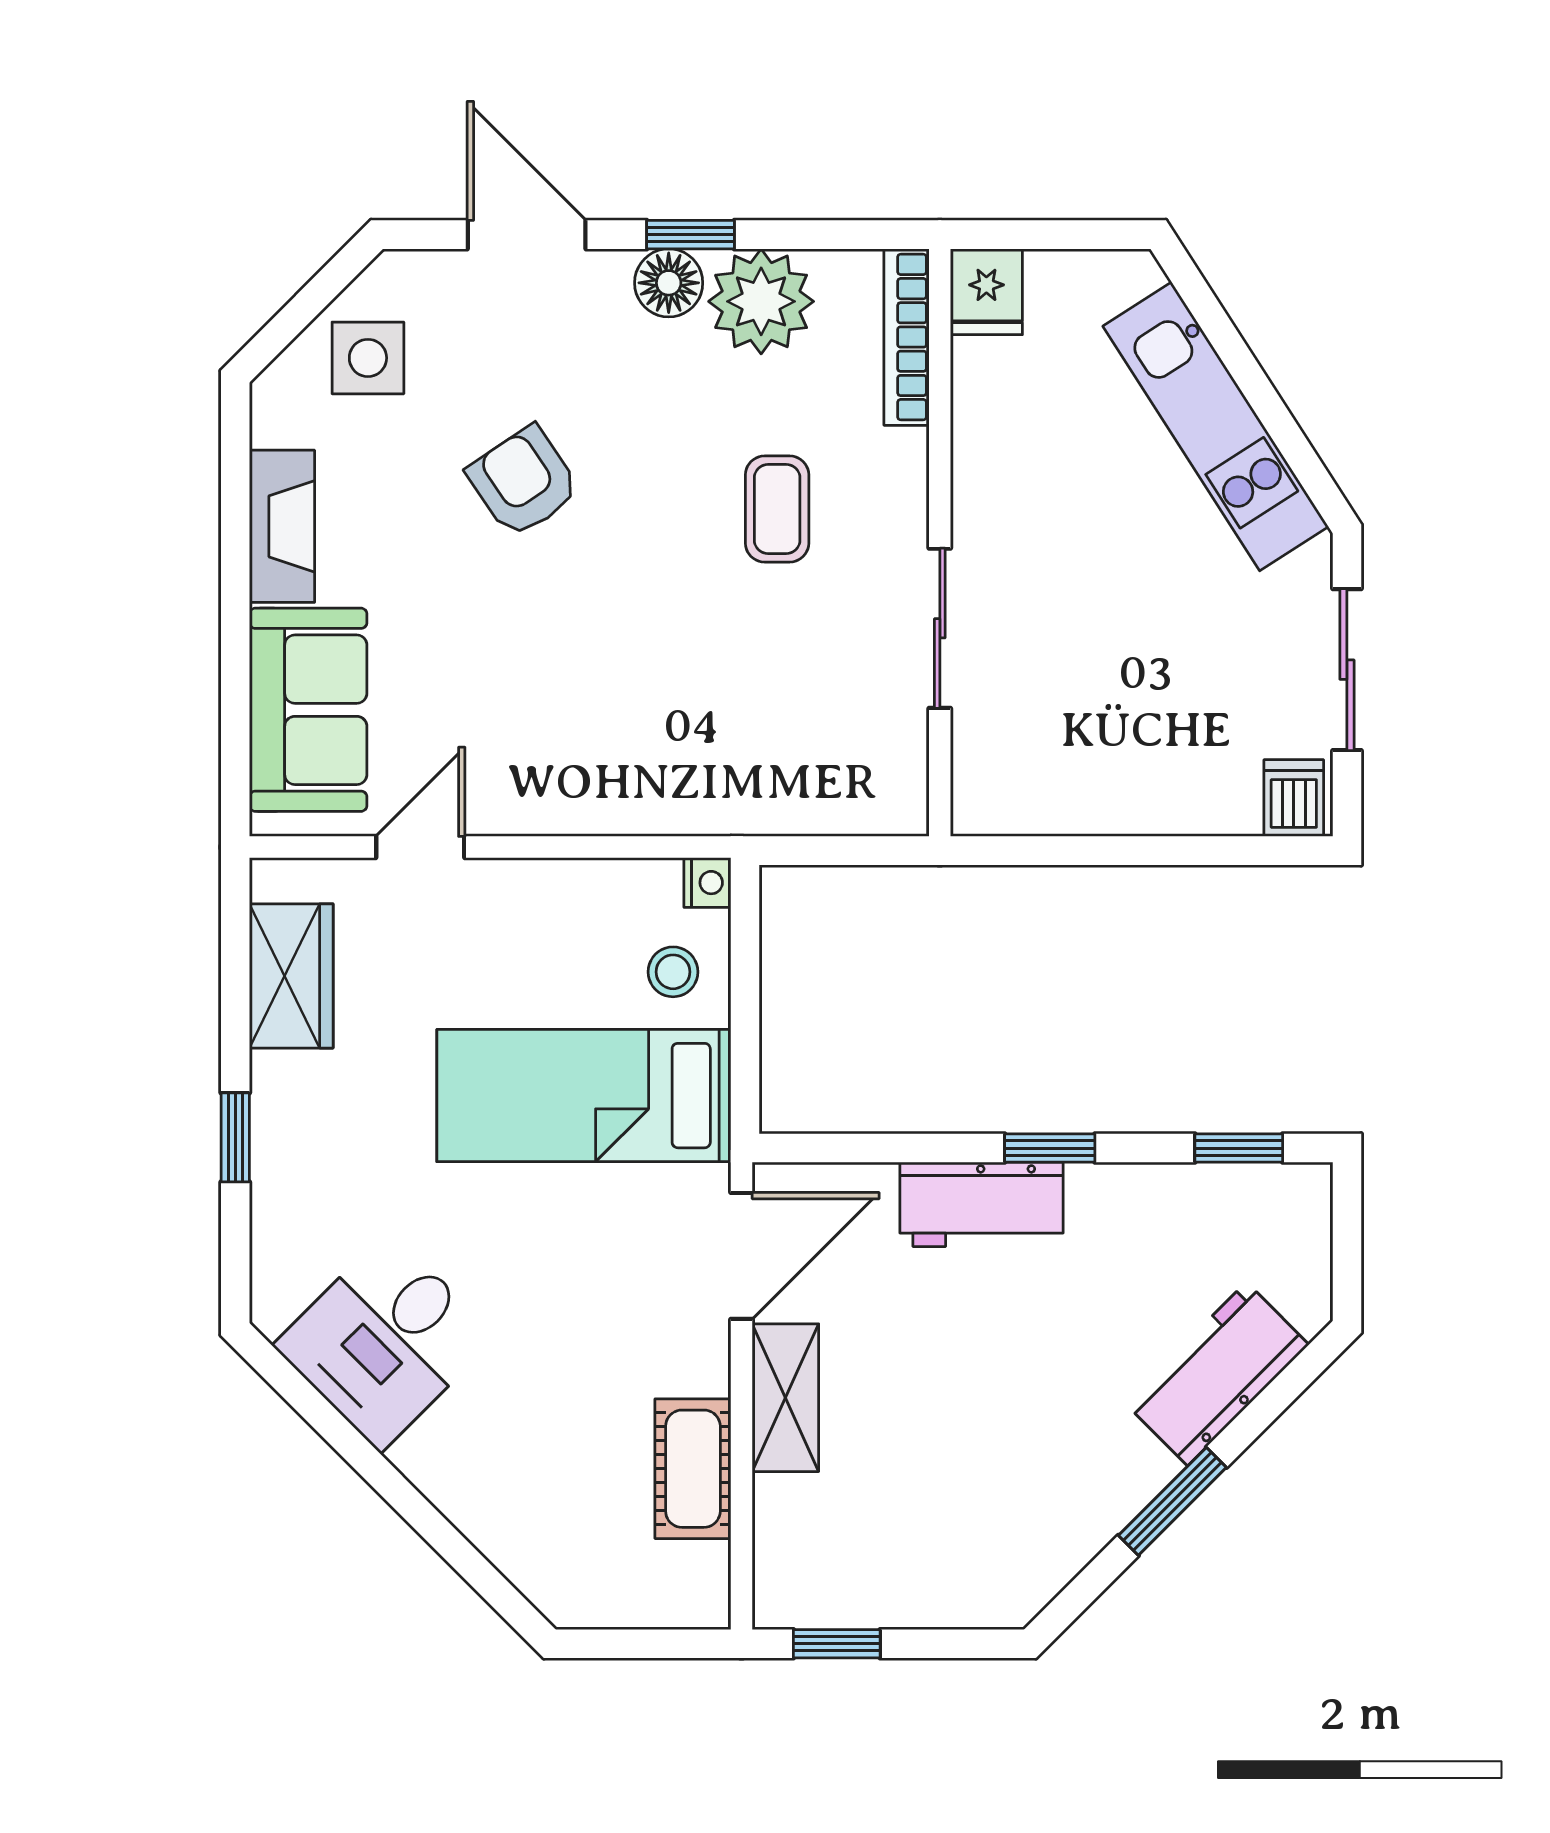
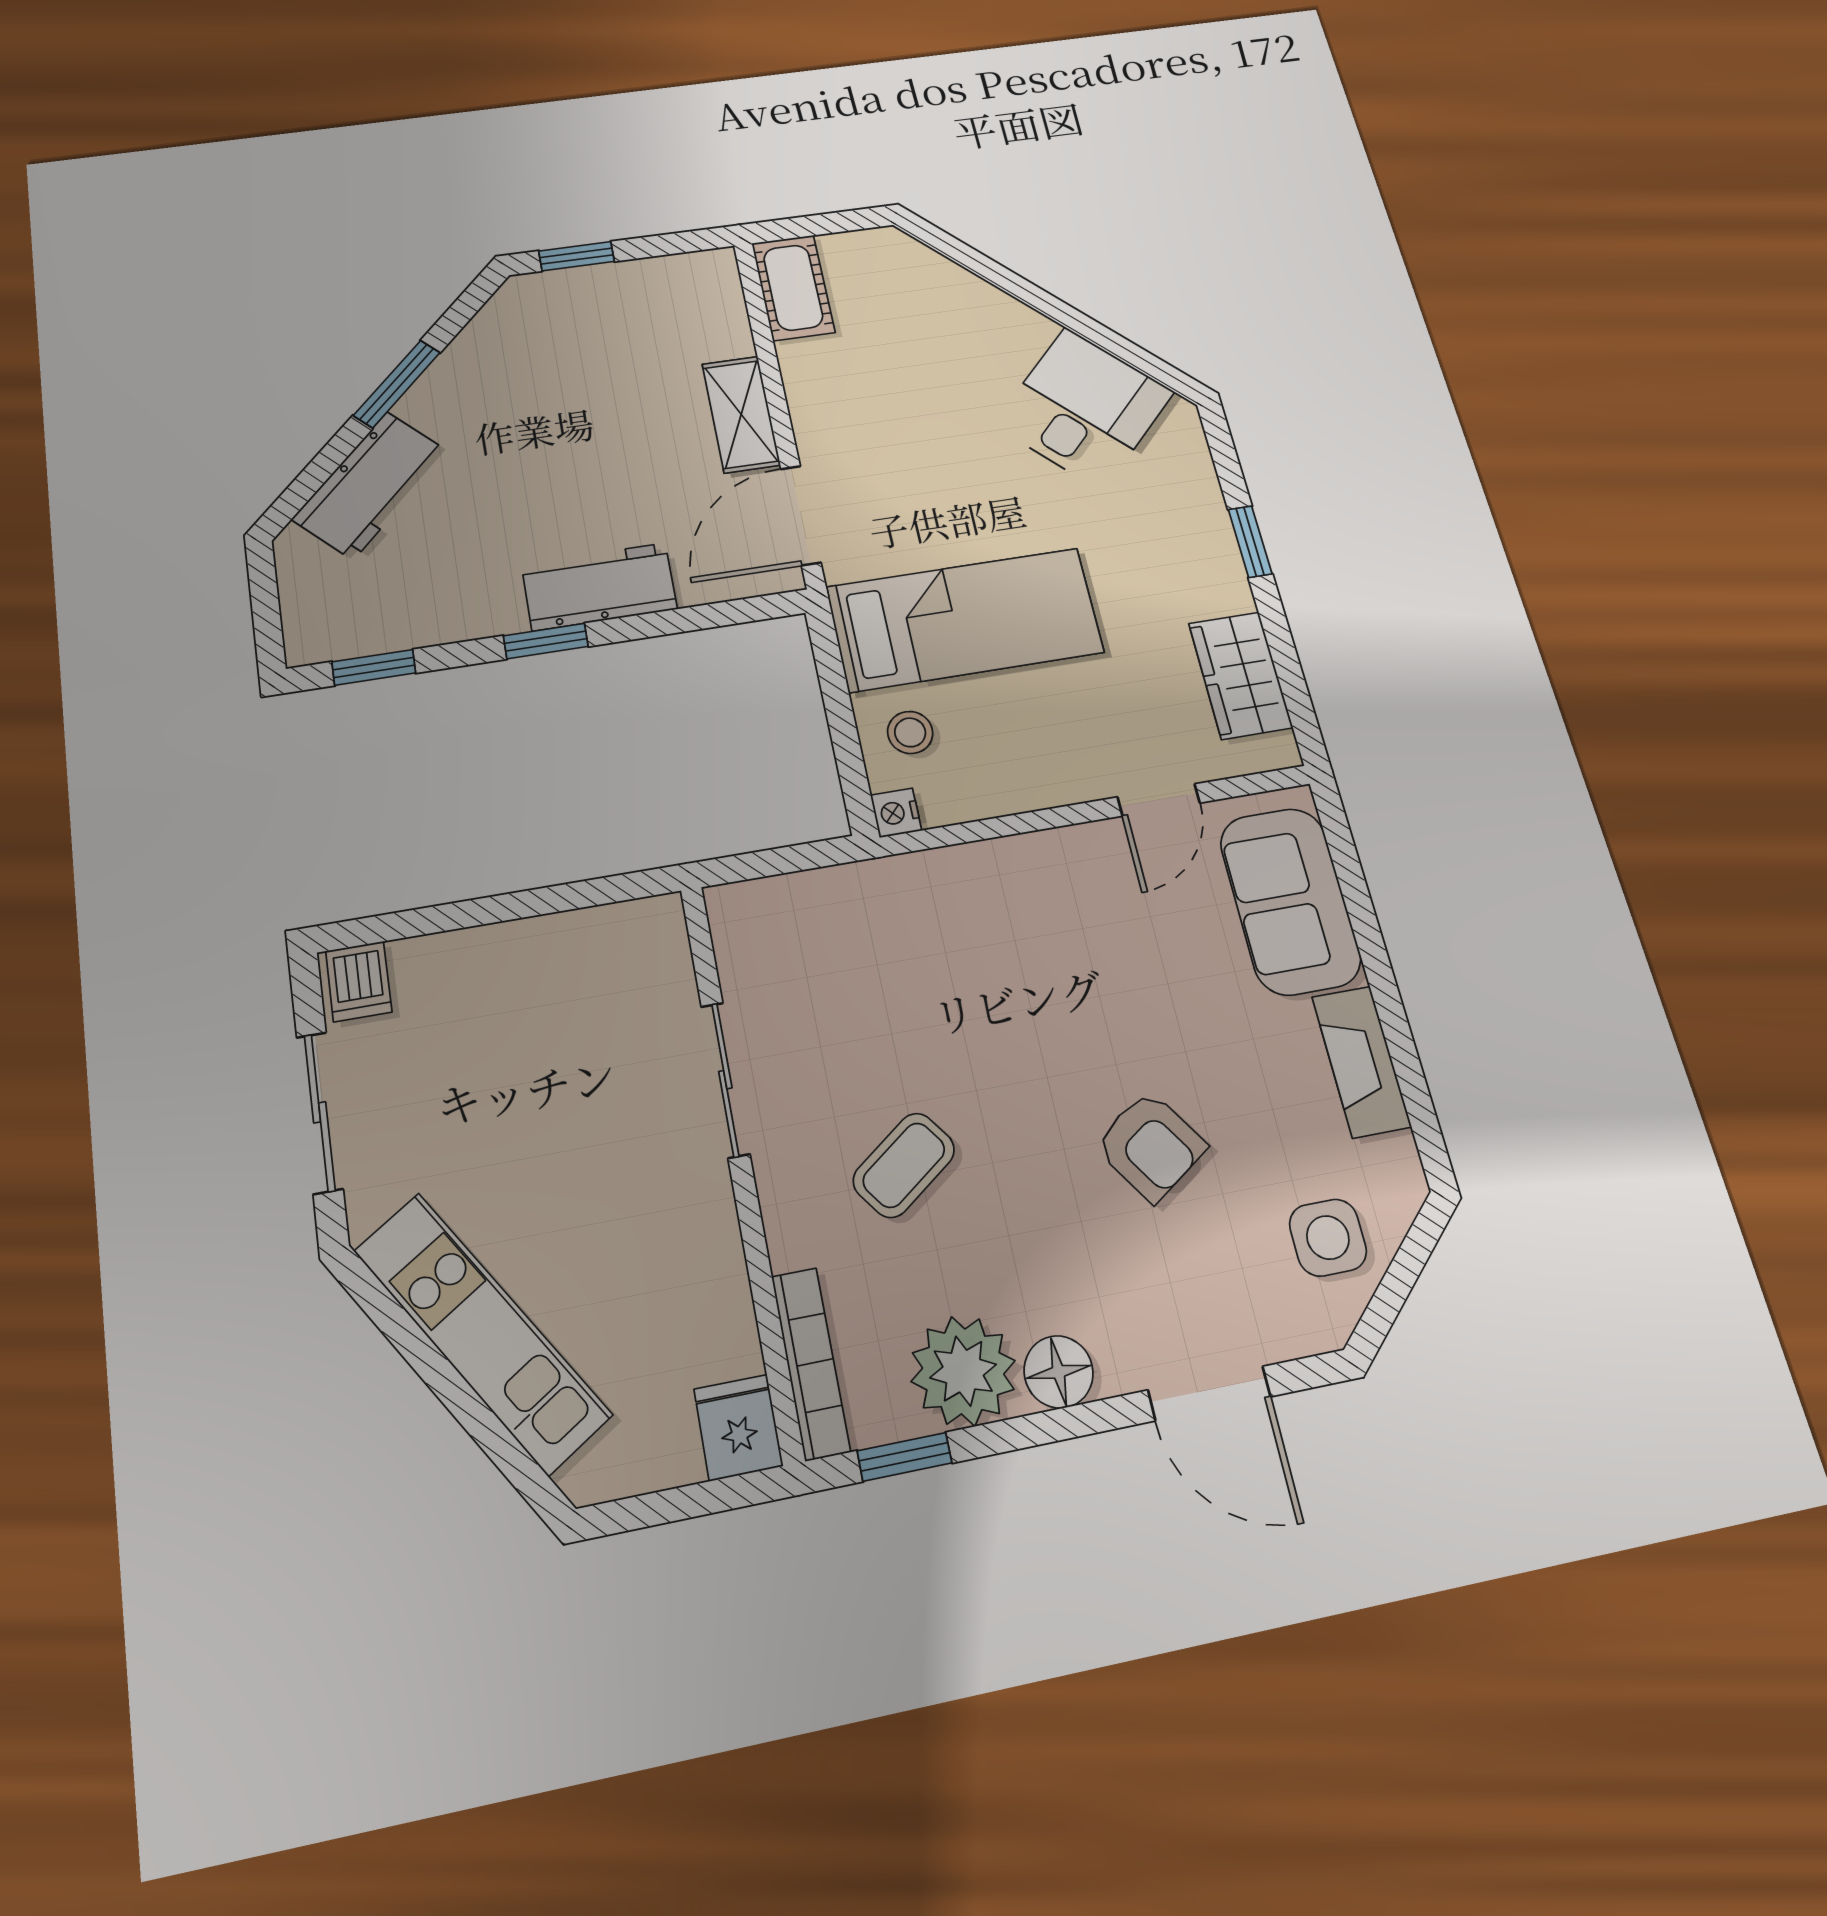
window: (690, 235) -> (905, 1457), moved
coffee table: (777, 509) -> (904, 1165), turned 54
cot: (693, 1469) -> (793, 288), moved
window: (837, 1644) -> (577, 256), moved

